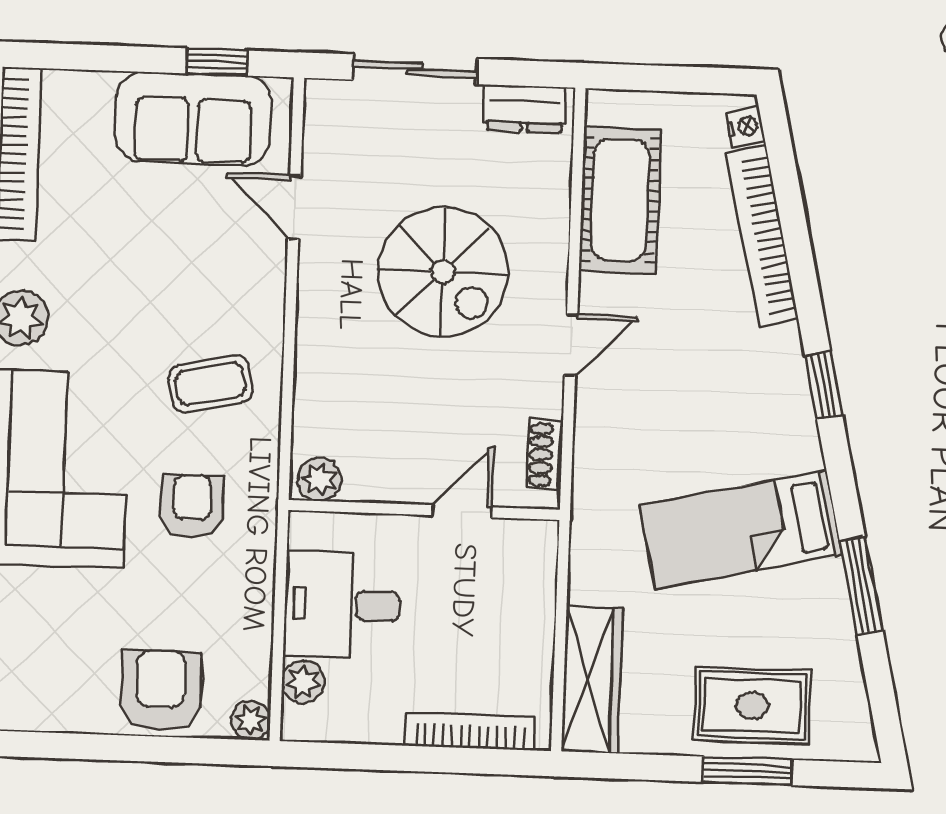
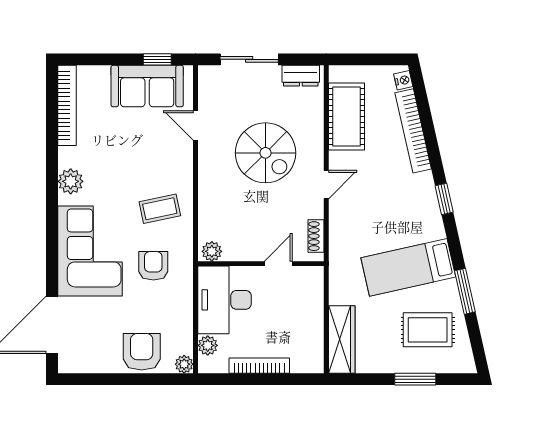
desk: (342, 605) -> (225, 300), width x1.37
rug: (752, 706) -> (428, 330), moved
bookcase: (470, 731) -> (259, 366), moved

